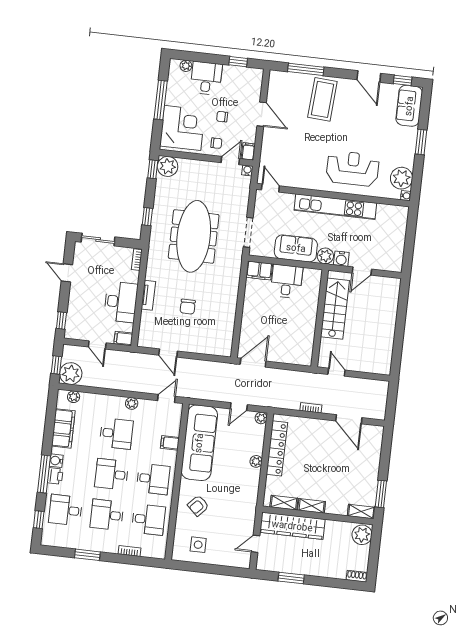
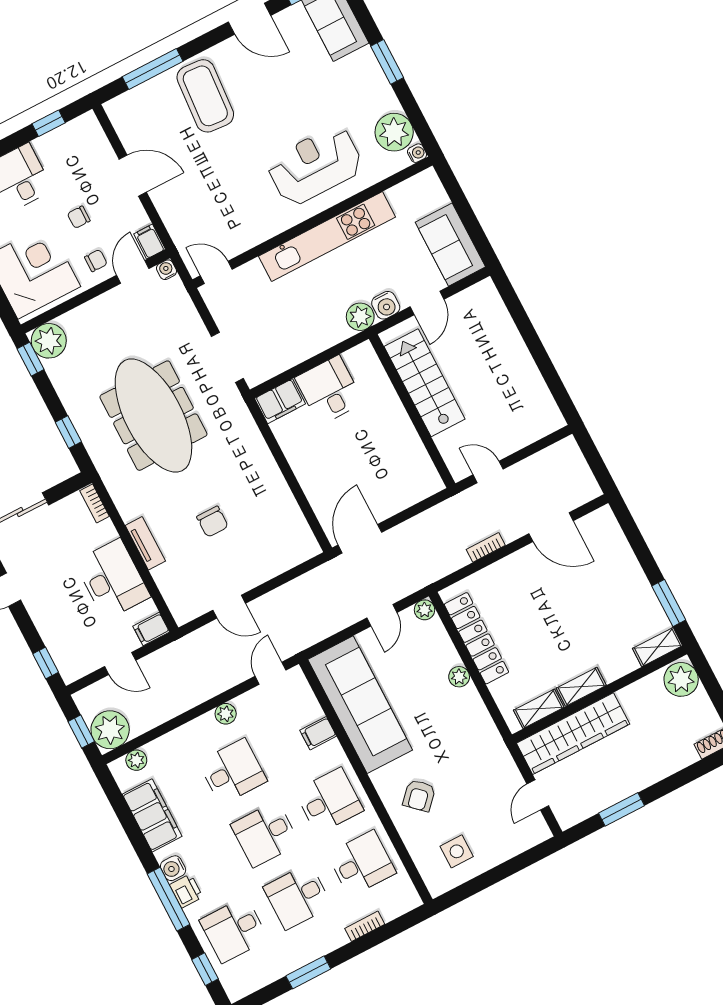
sofa: (296, 248) -> (450, 245), moved, turned -90

